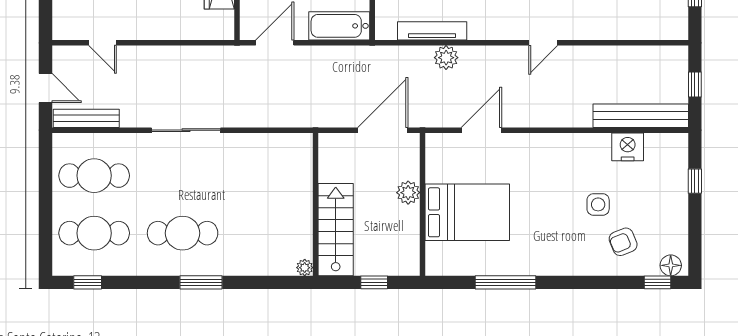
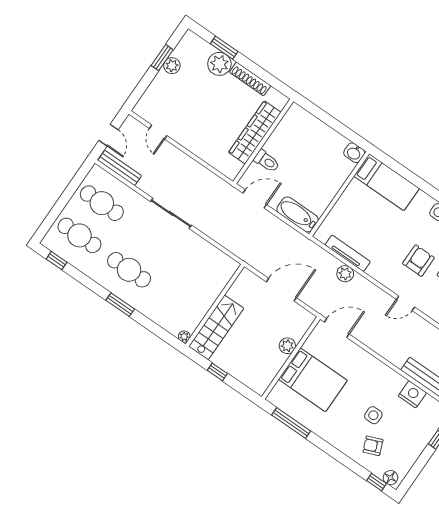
plant: (408, 193) -> (287, 346), moved
wall: (423, 204) -> (291, 358), moved
bed: (467, 212) -> (313, 380), moved

